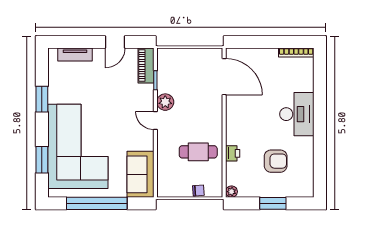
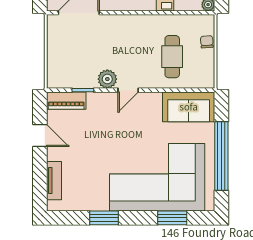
cafe table: (198, 152) -> (172, 57), moved

